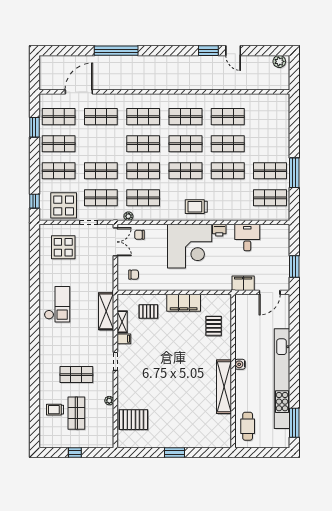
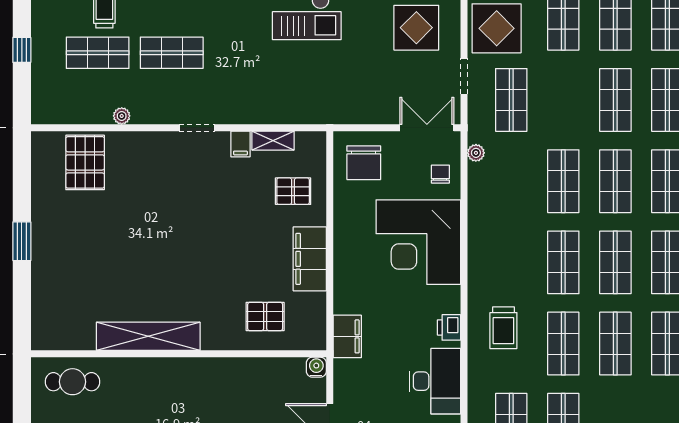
shop shelf: (101, 171) -> (615, 100), moved
shop shelf: (143, 198) -> (511, 181), removed
trolley: (196, 207) -> (503, 328), moved, turned 180
desk: (247, 238) -> (435, 381), width x1.37
double door: (115, 242) -> (427, 128), swing flipped
corner desk: (190, 246) -> (418, 242), moved
chair: (134, 275) -> (364, 163), width x1.87, depth x1.87
filing cabinet: (243, 283) -> (347, 336), moved
shelving: (106, 311) -> (293, 110), removed
pallet: (148, 311) -> (293, 191), turned 90
water cooler: (240, 364) -> (316, 367), moved
shop shelf: (76, 375) -> (172, 53), turned 90

